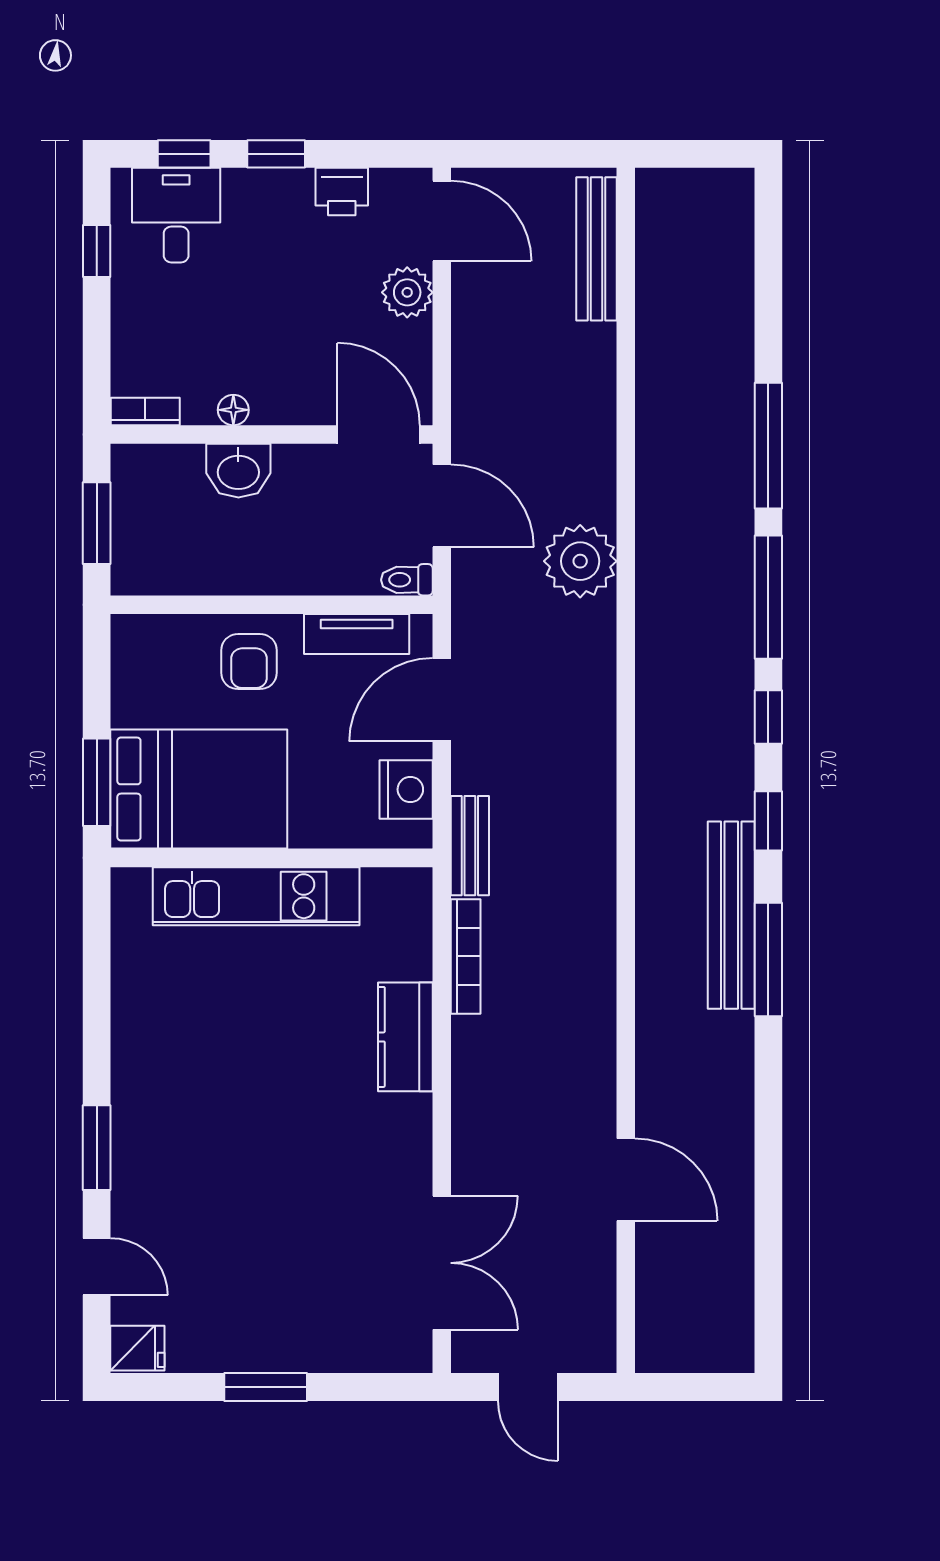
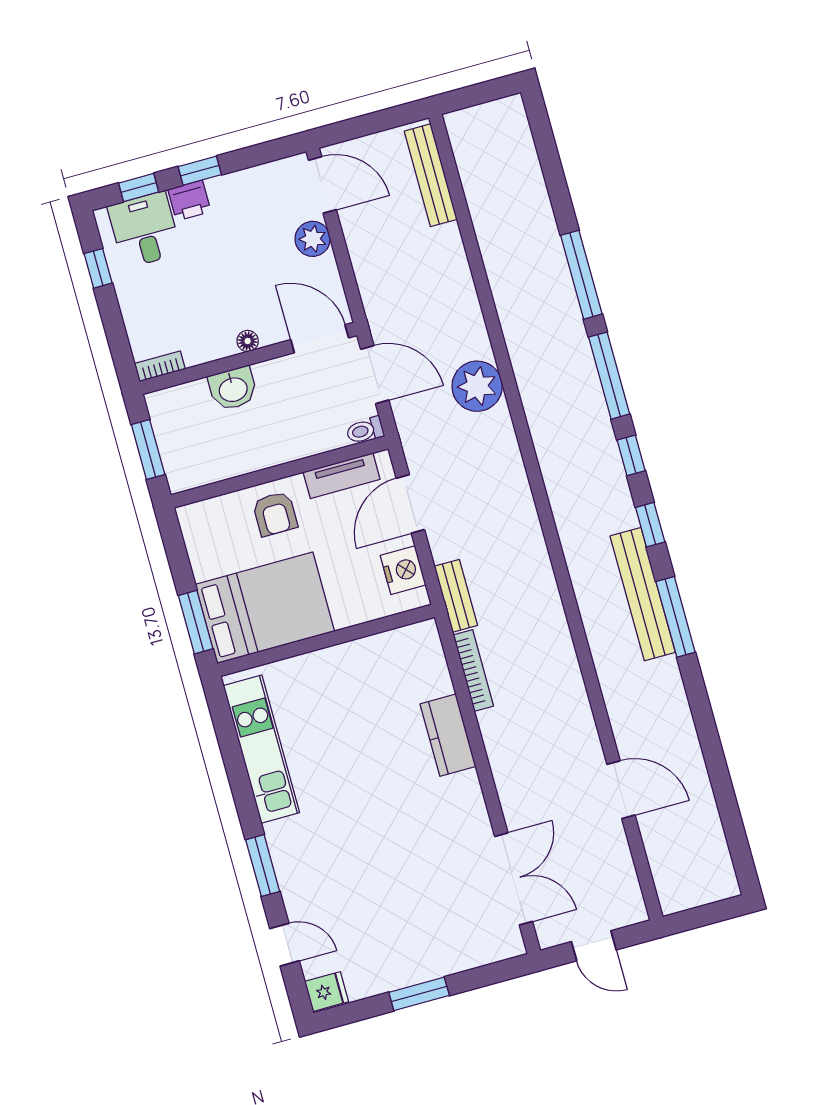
printer: (342, 191) -> (189, 201), moved
floor lamp: (233, 410) -> (248, 341), moved
kitchen unit: (256, 896) -> (261, 749), moved, turned -90

